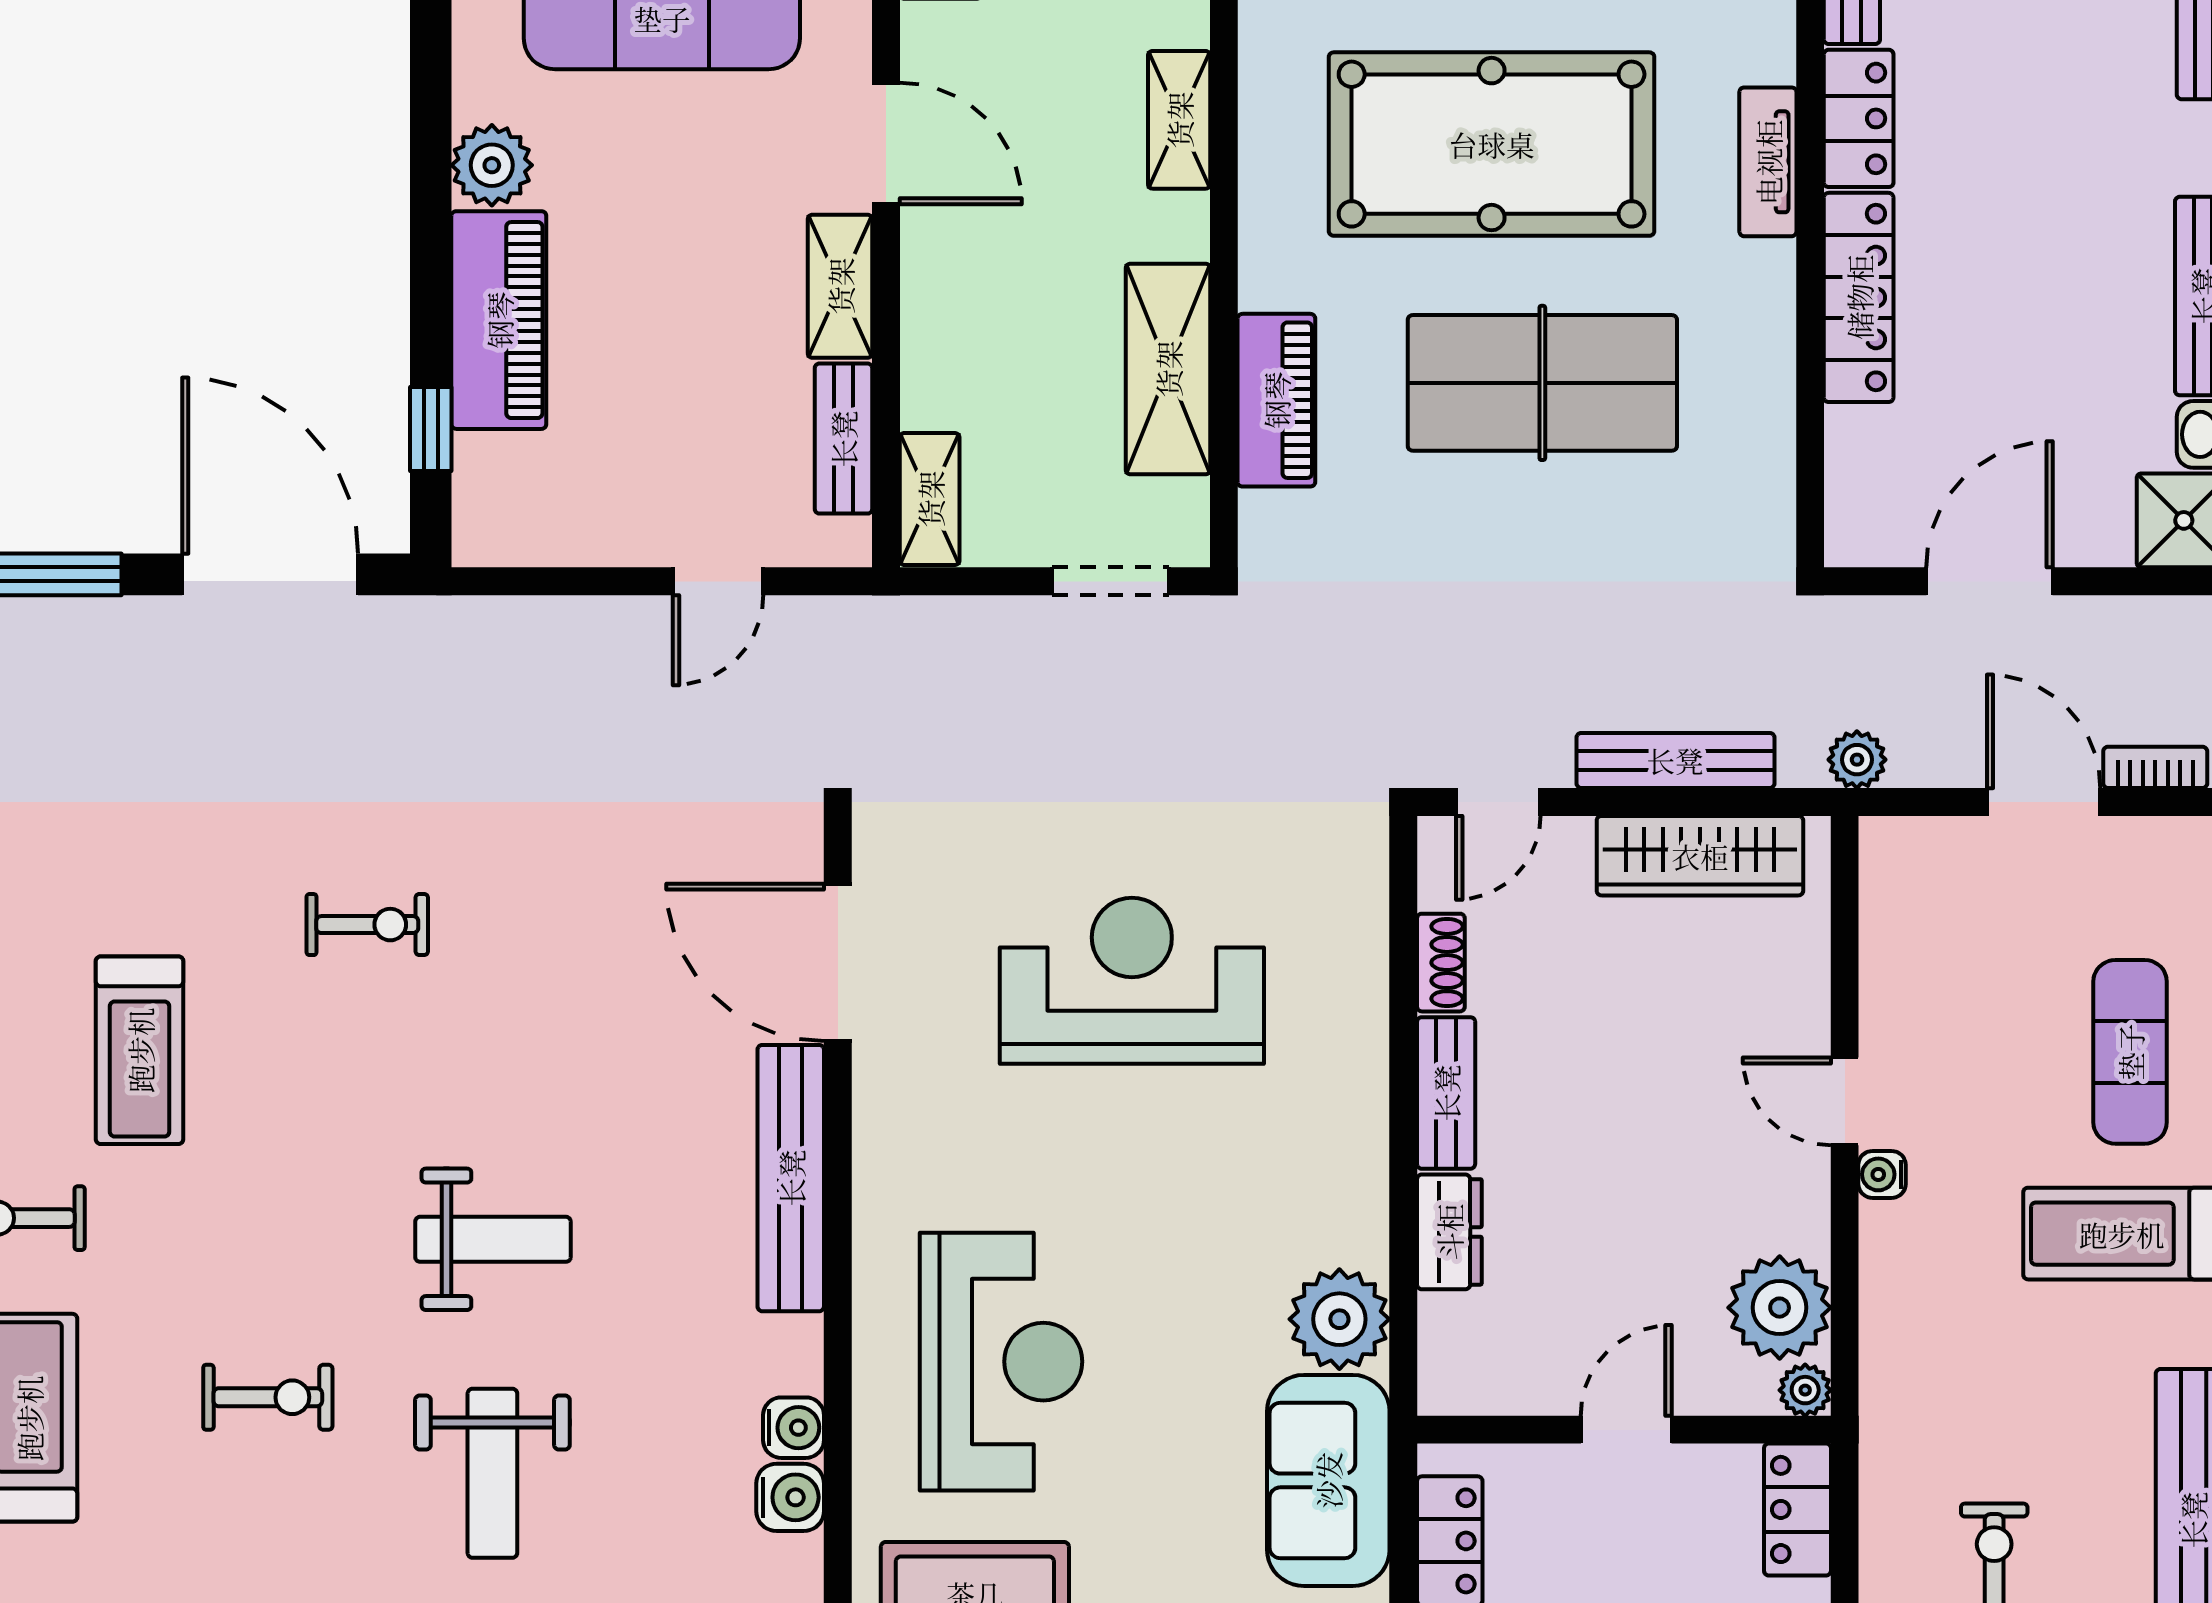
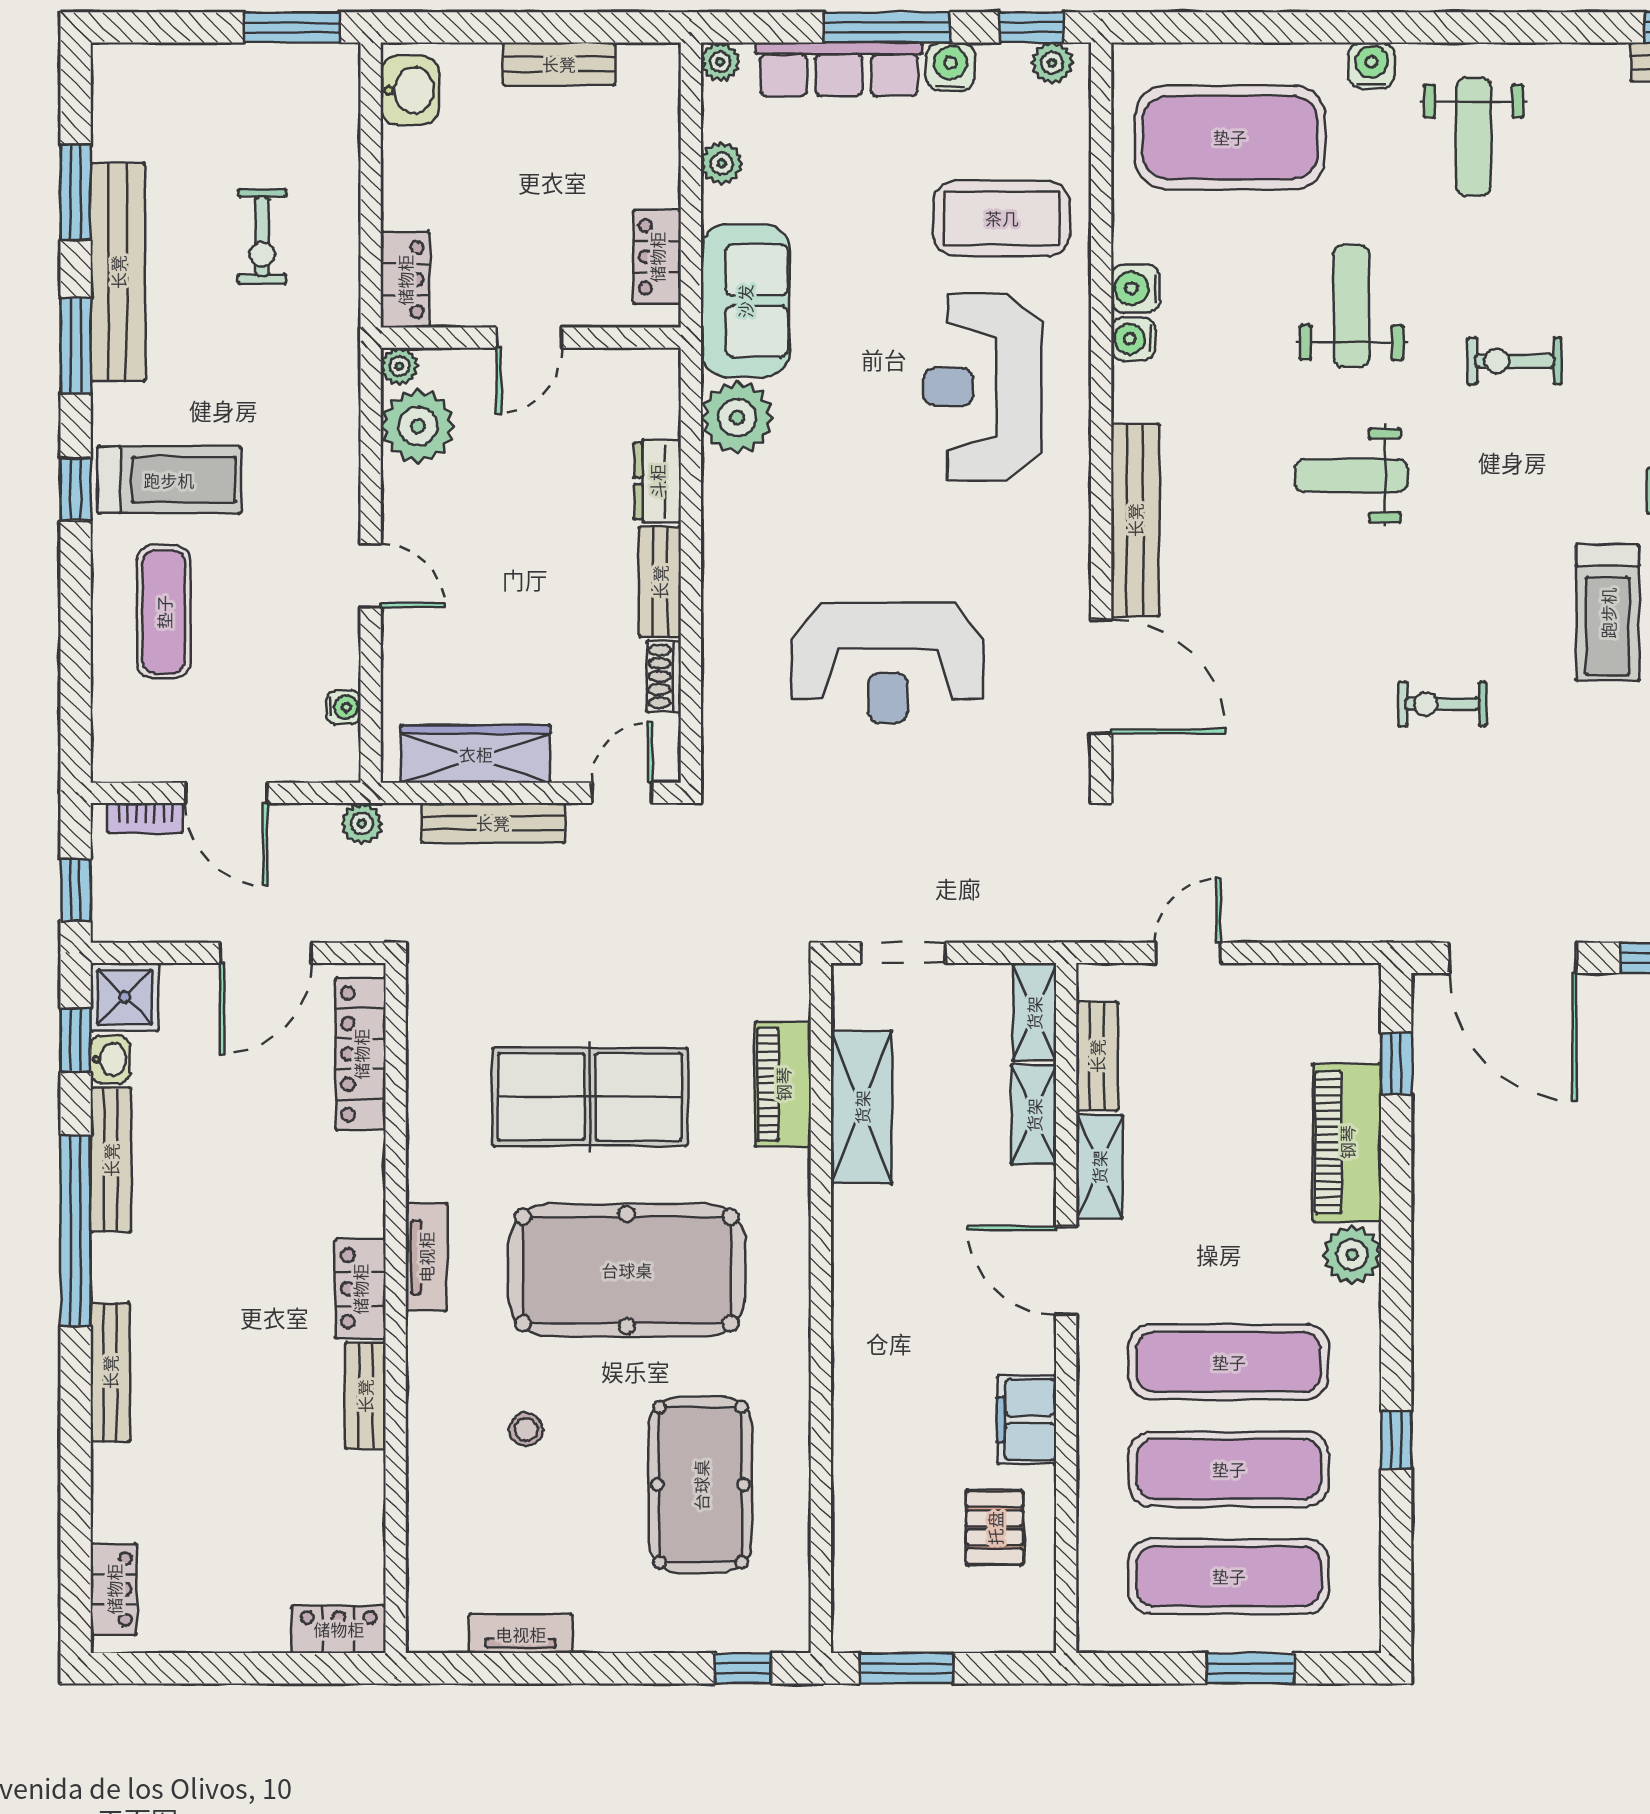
shelving: (1179, 120) -> (1034, 1115), moved
locker: (1859, 297) -> (361, 1054), moved
treadmill: (140, 1050) -> (1608, 613), turned 180
water cooler: (1882, 1174) -> (344, 707), moved

